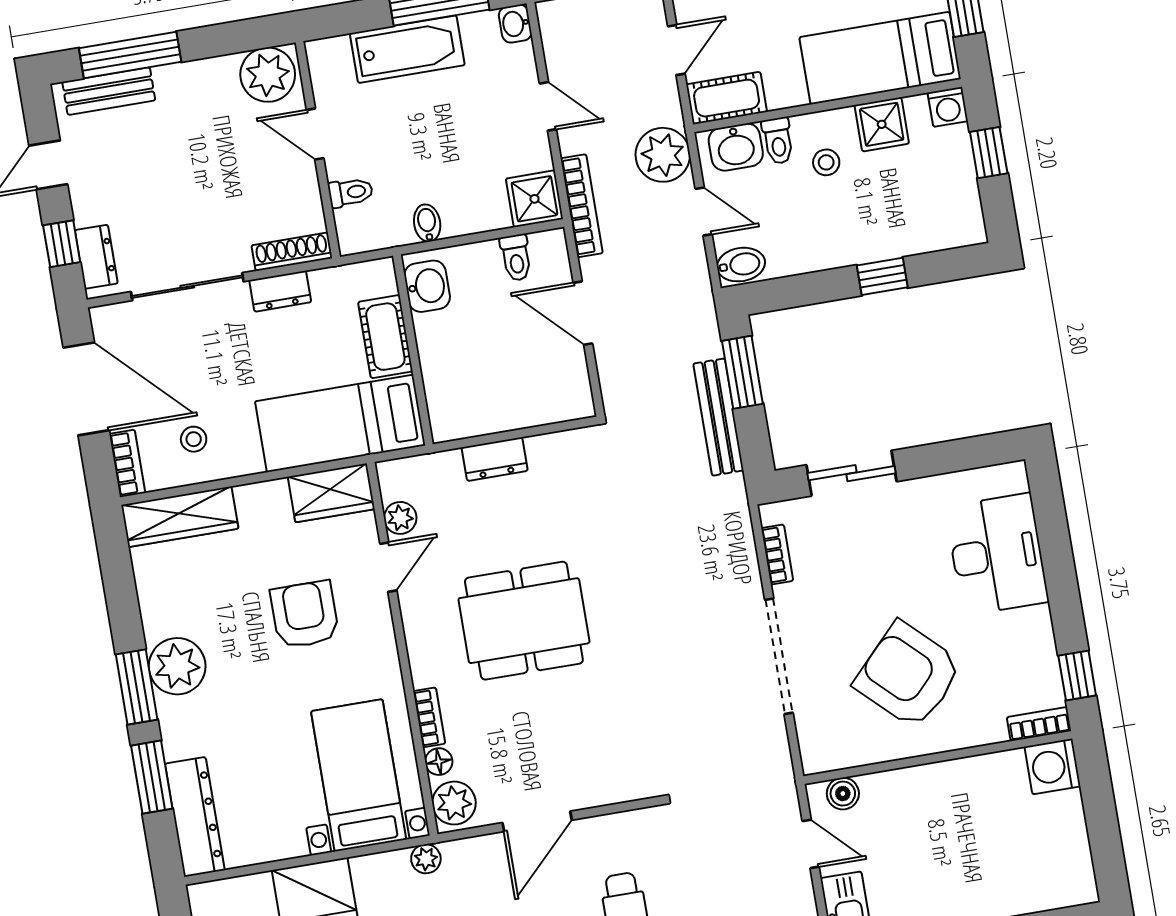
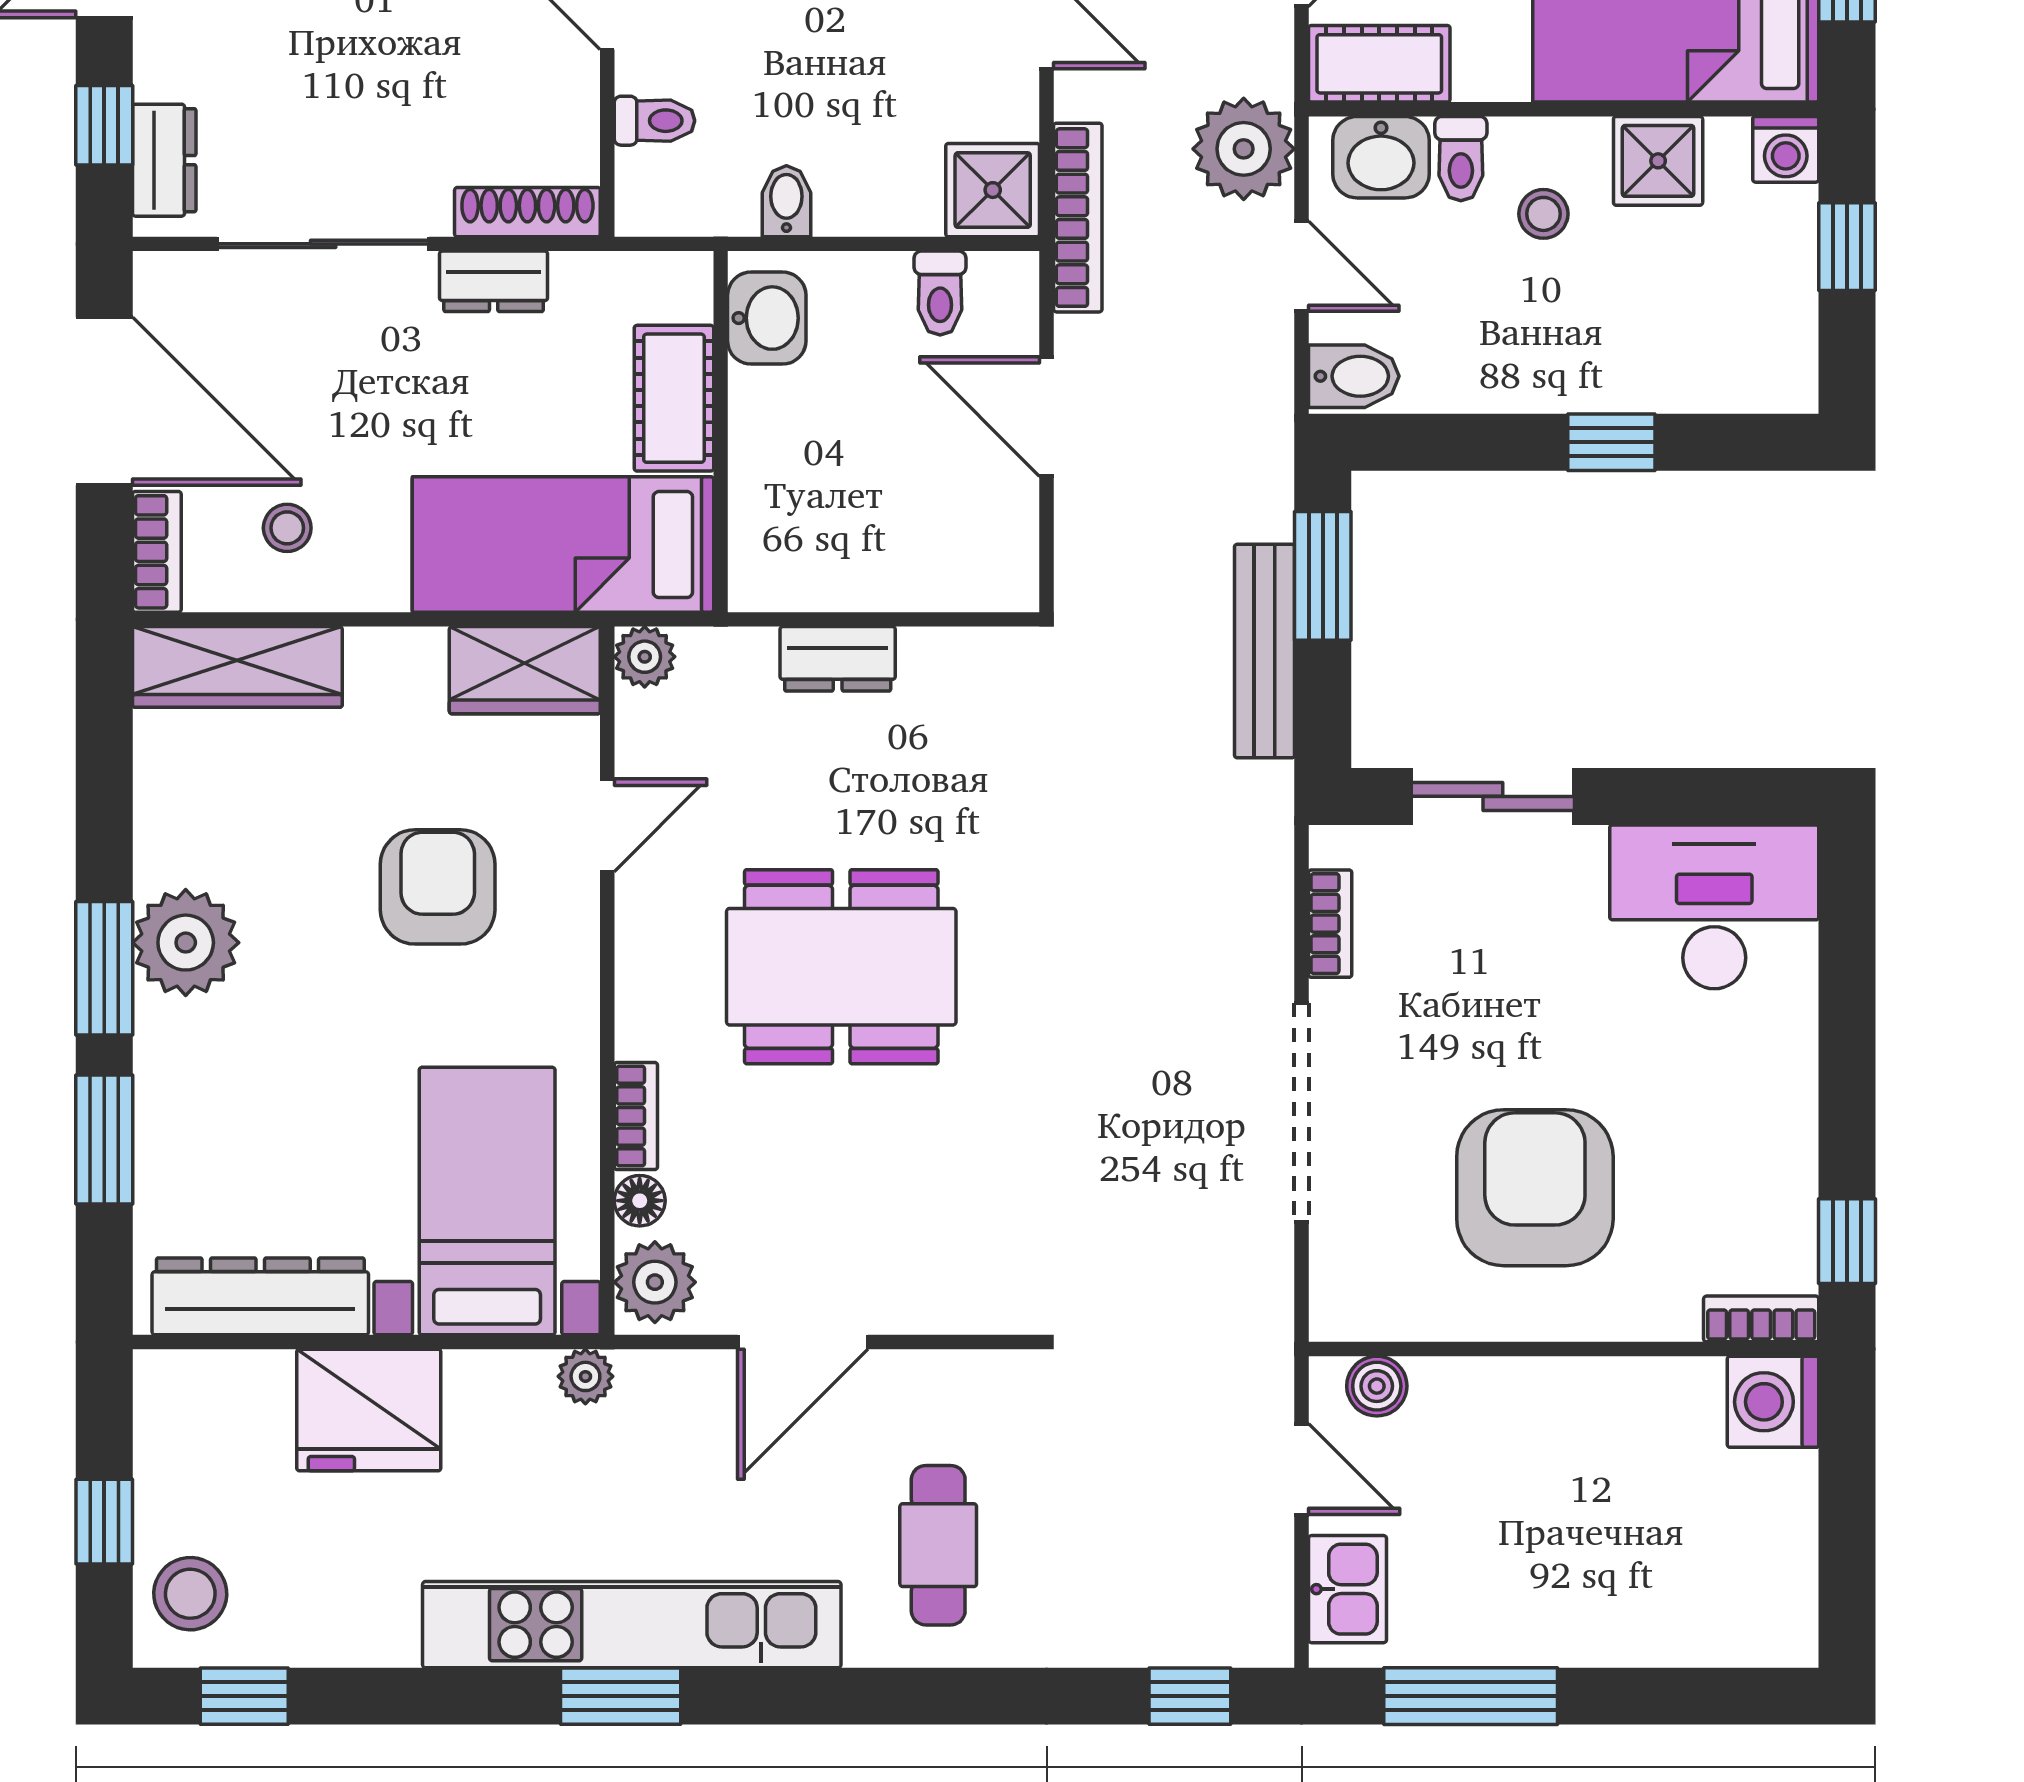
plant: (400, 518) -> (645, 657), moved
desk: (997, 554) -> (1714, 907), moved, turned -90
armchair: (908, 675) -> (1535, 1188), turned 46
dresser: (195, 817) -> (260, 1296), moved, turned -90

